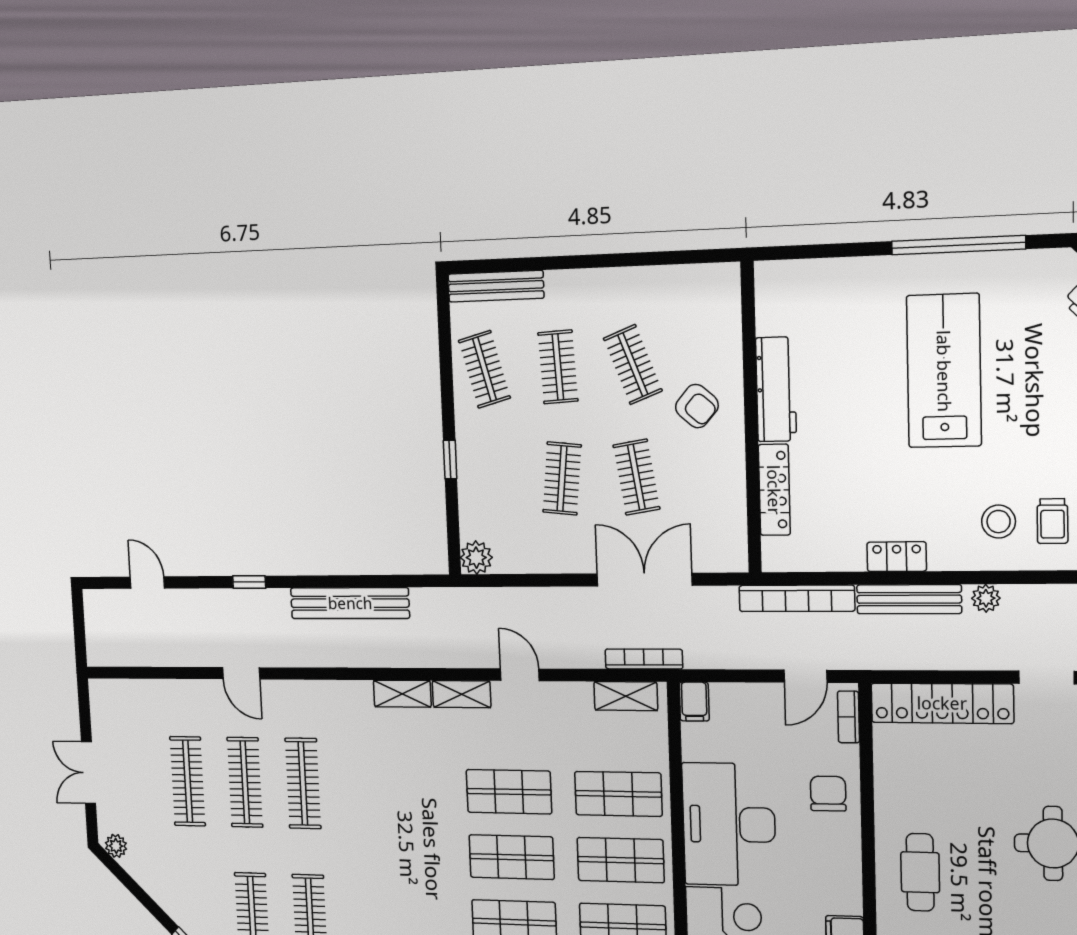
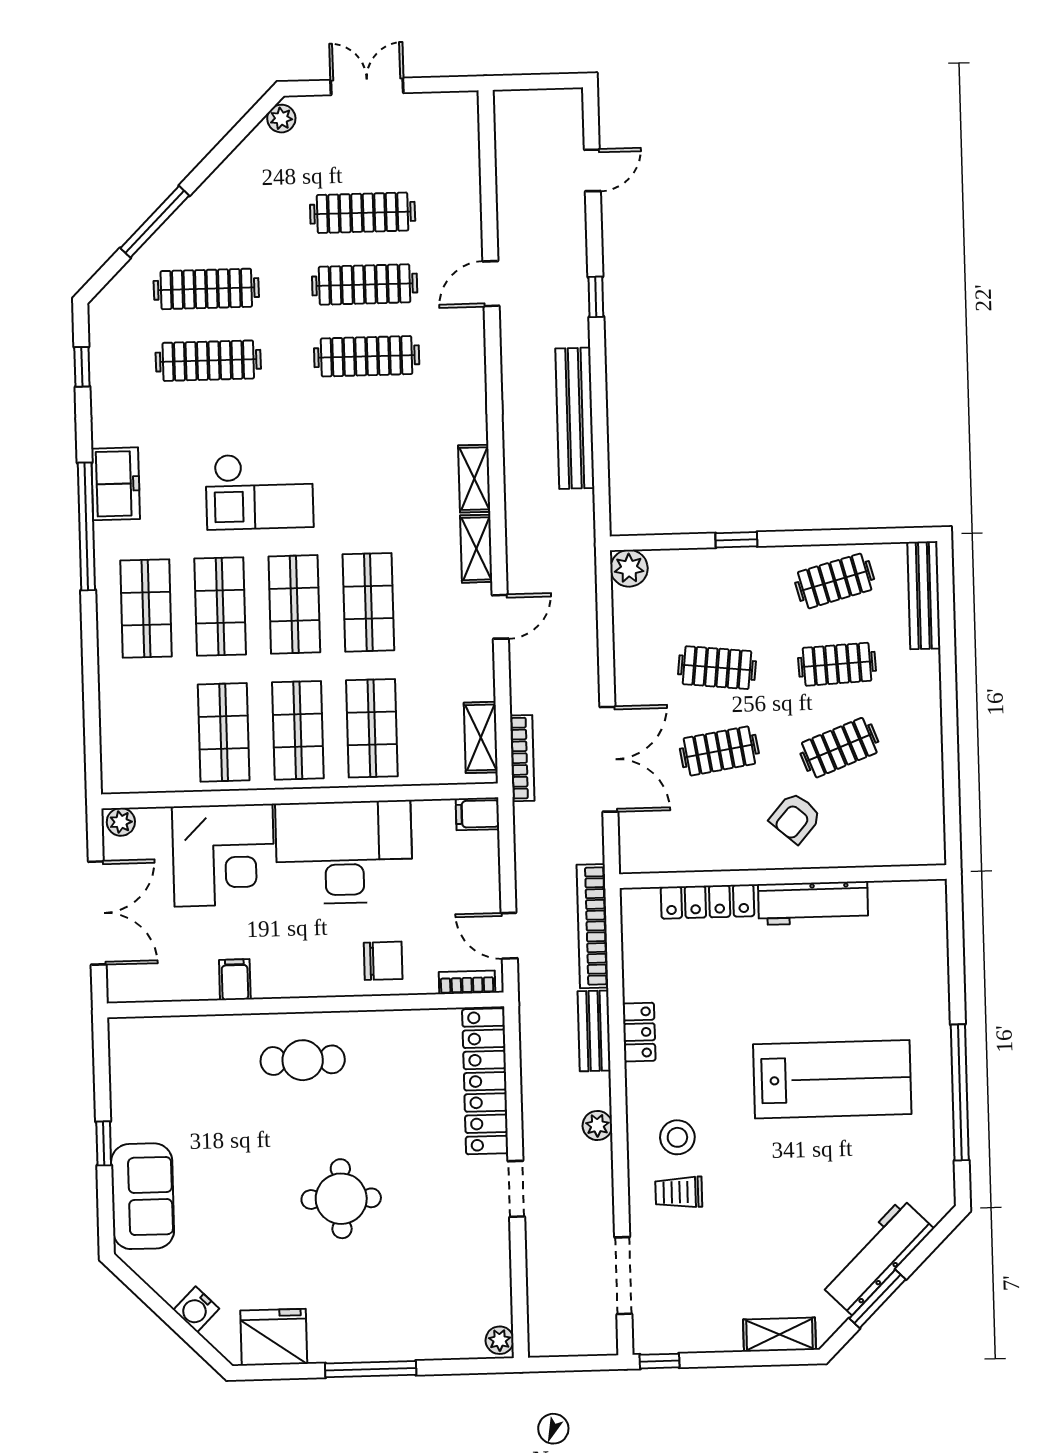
bench: (909, 599) -> (594, 1031), width x0.73
checkout: (416, 882) -> (260, 491), added

